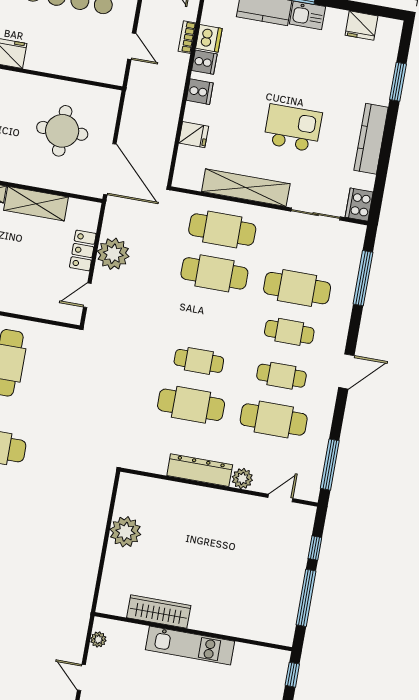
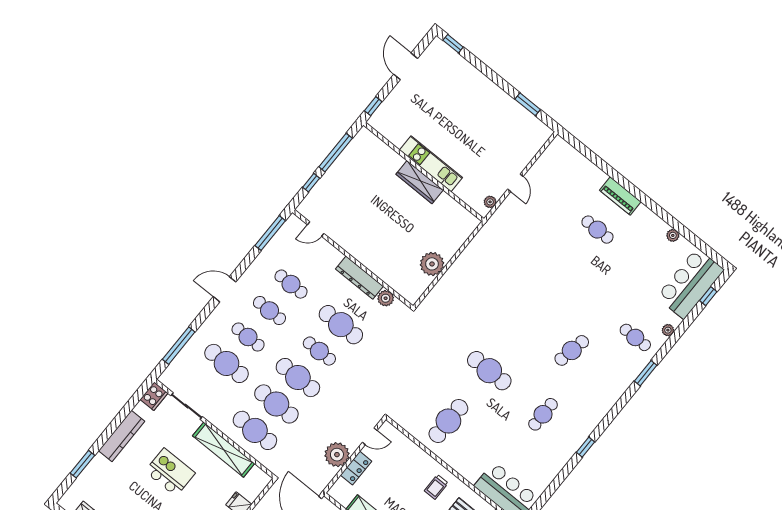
kitchen island: (293, 128) -> (170, 472), turned 180
cafe table: (207, 317) -> (298, 378), added
cafe table: (274, 419) -> (291, 284), width x0.73, depth x0.74
plant: (242, 479) -> (386, 298), moved
wardrobe: (159, 612) -> (420, 182), moved

